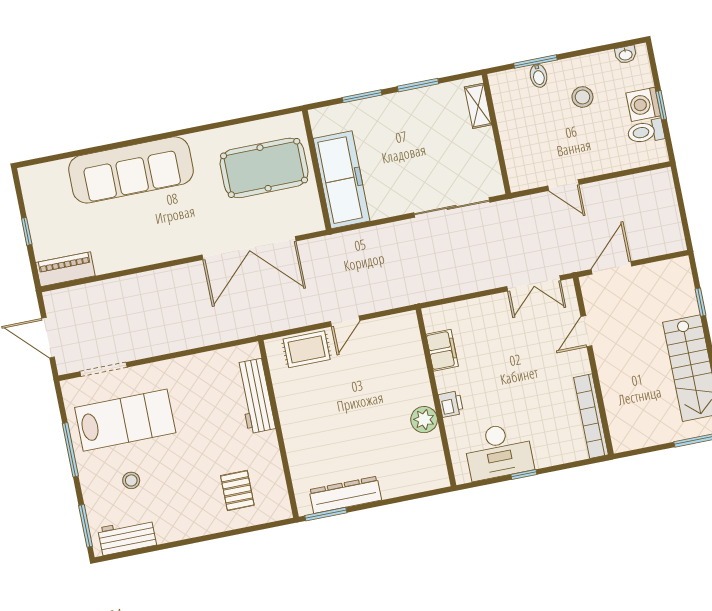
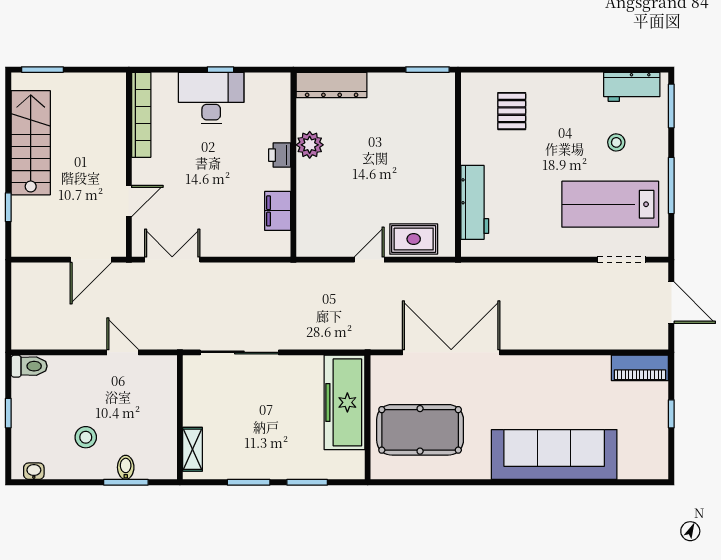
washing machine: (643, 104) -> (26, 418), removed
toilet: (646, 132) -> (29, 366), moved
desk: (499, 451) -> (211, 98), moved
dresser: (345, 495) -> (332, 85), moved

